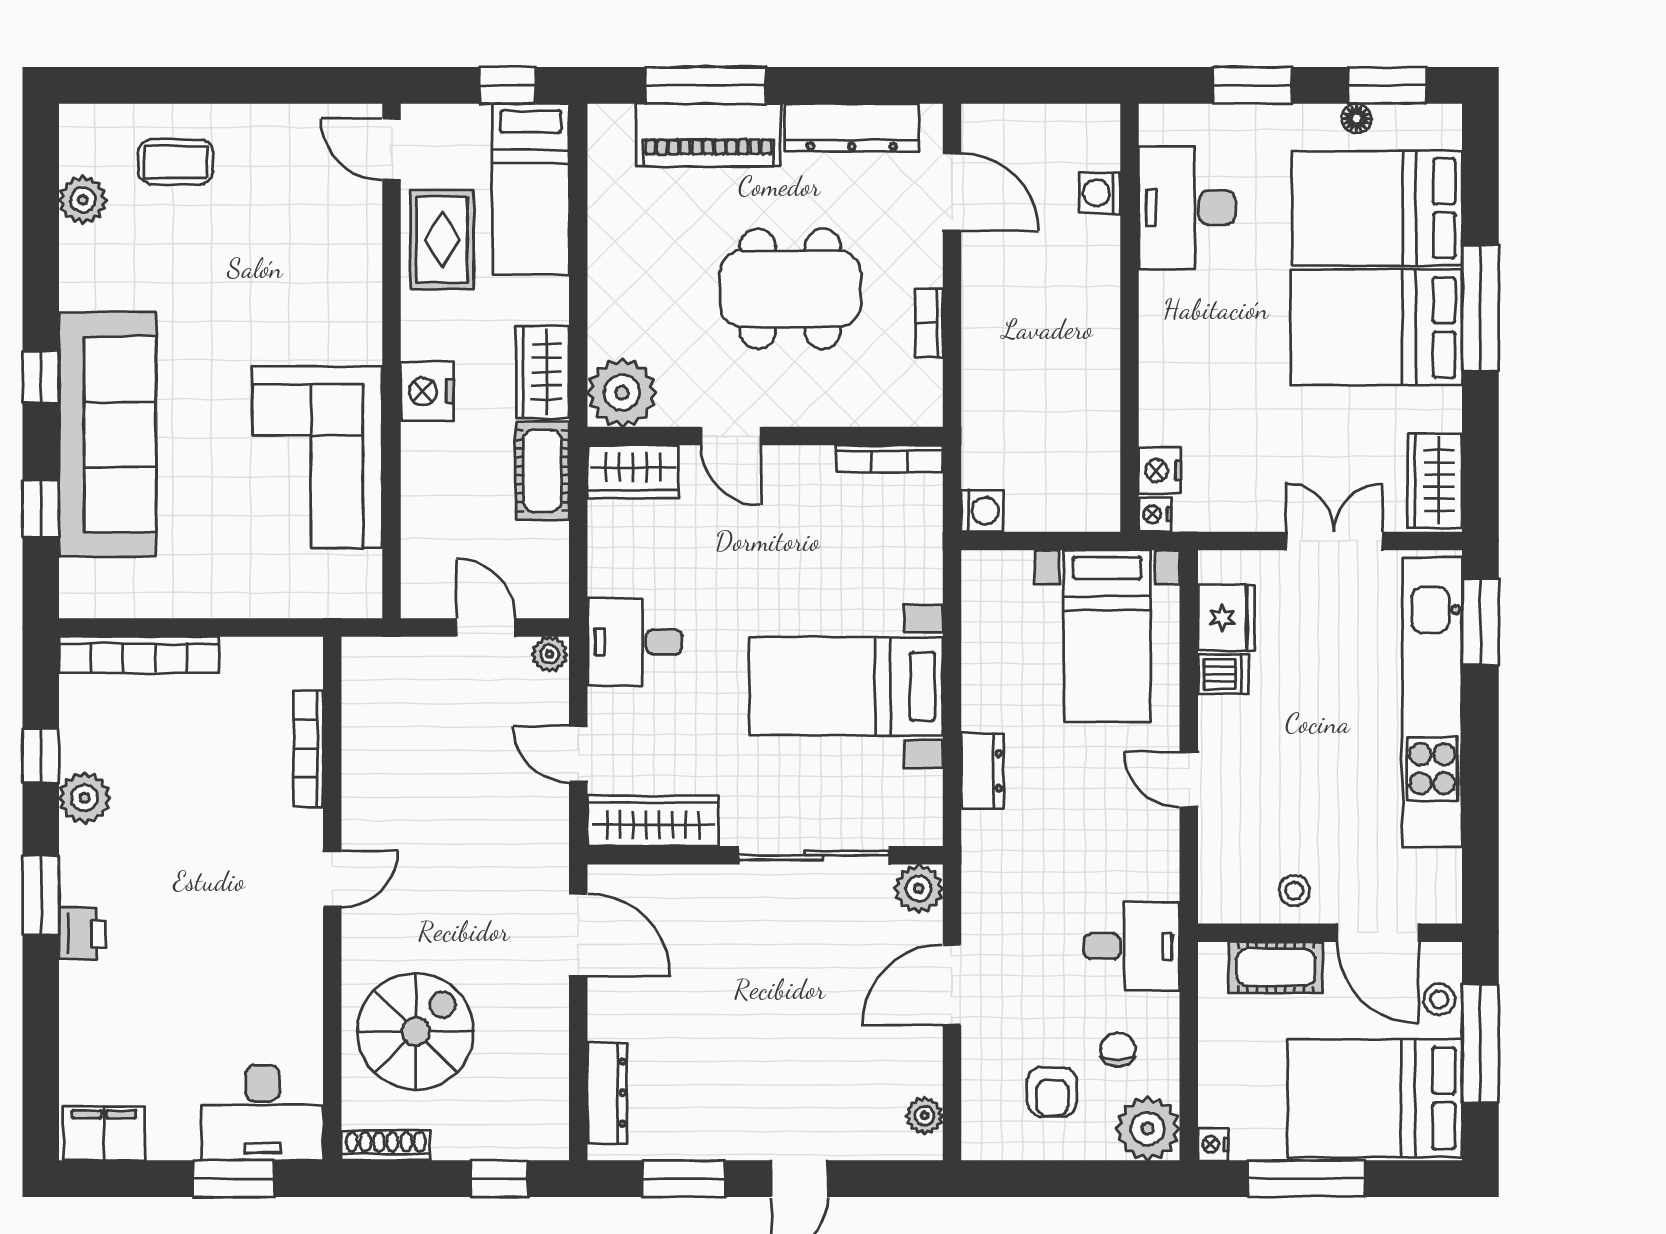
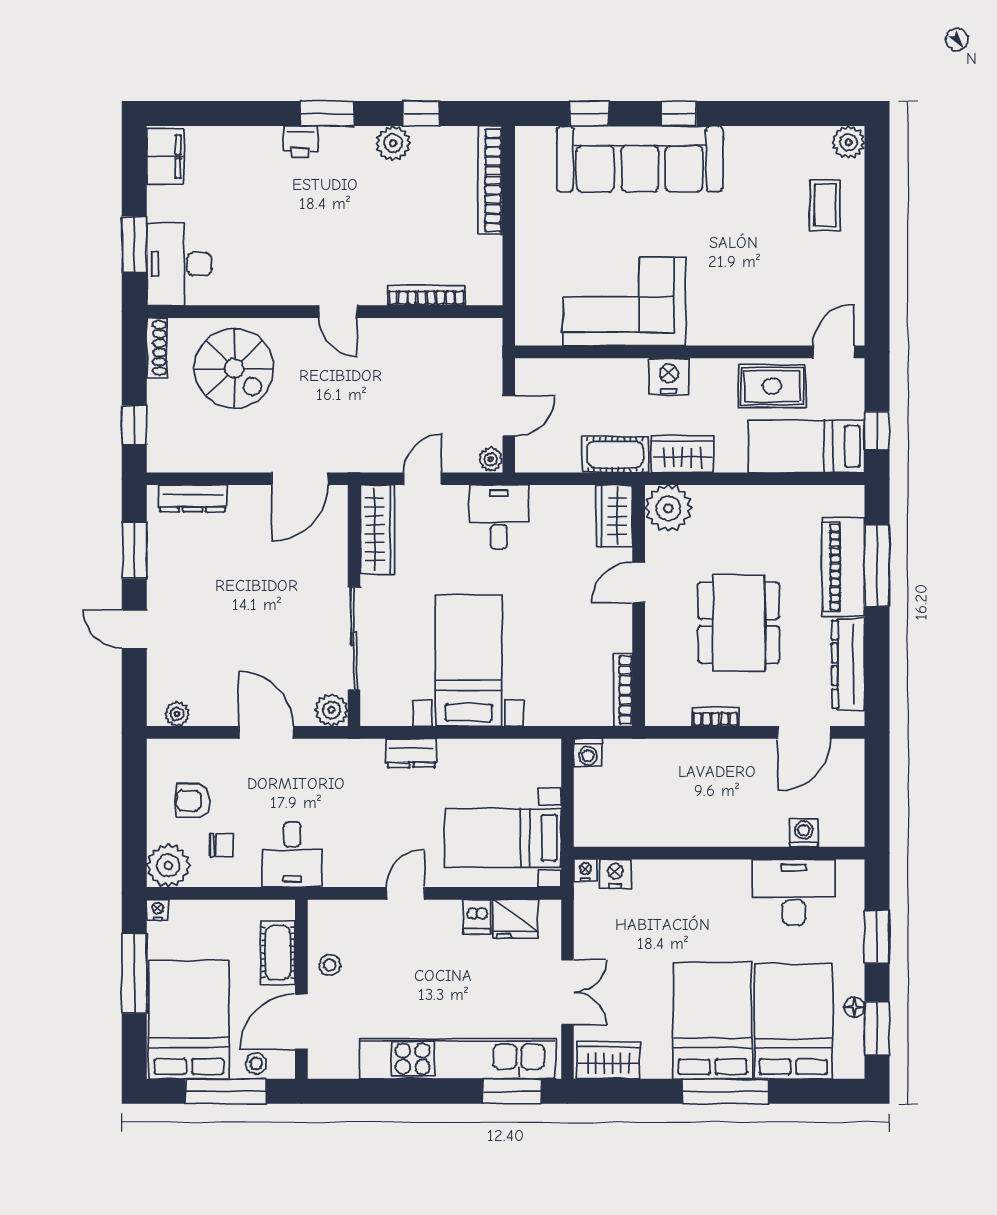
plant: (83, 200) -> (848, 142), moved

